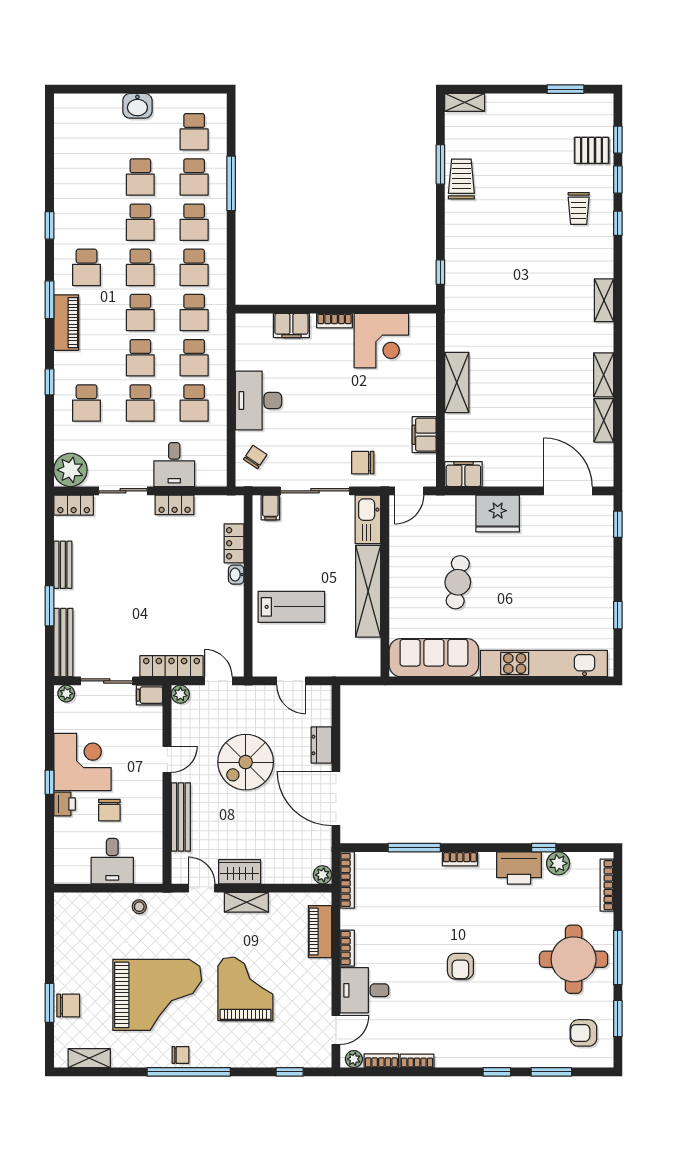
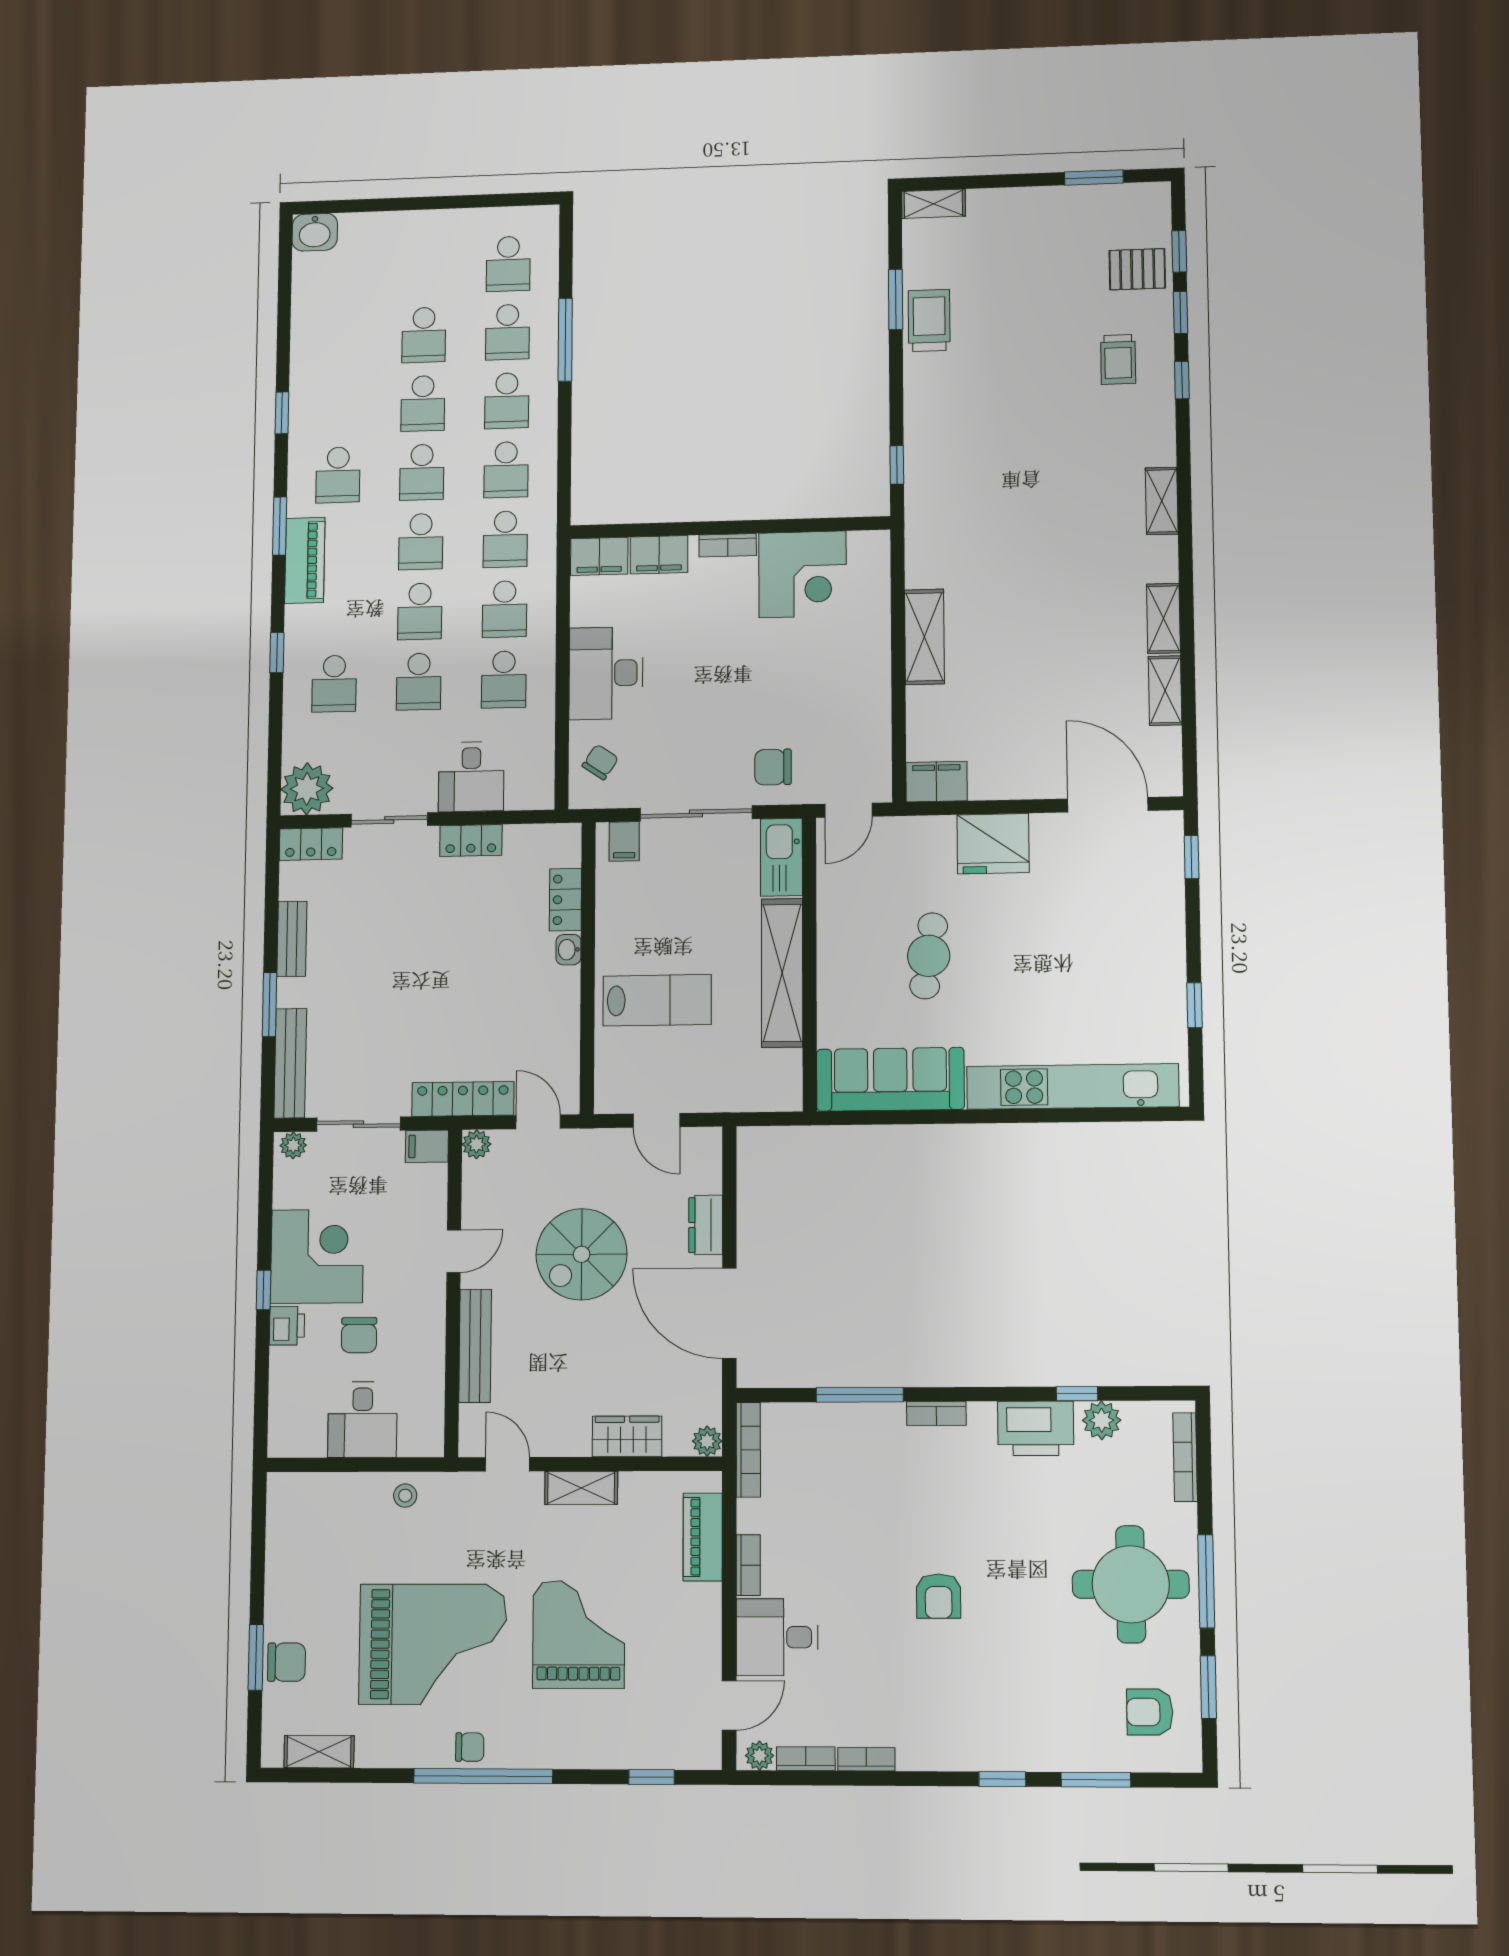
washbasin: (137, 106) -> (315, 232), moved
filing cabinet: (424, 435) -> (599, 556), moved, turned -90
wardrobe: (240, 872) -> (627, 1436), moved

